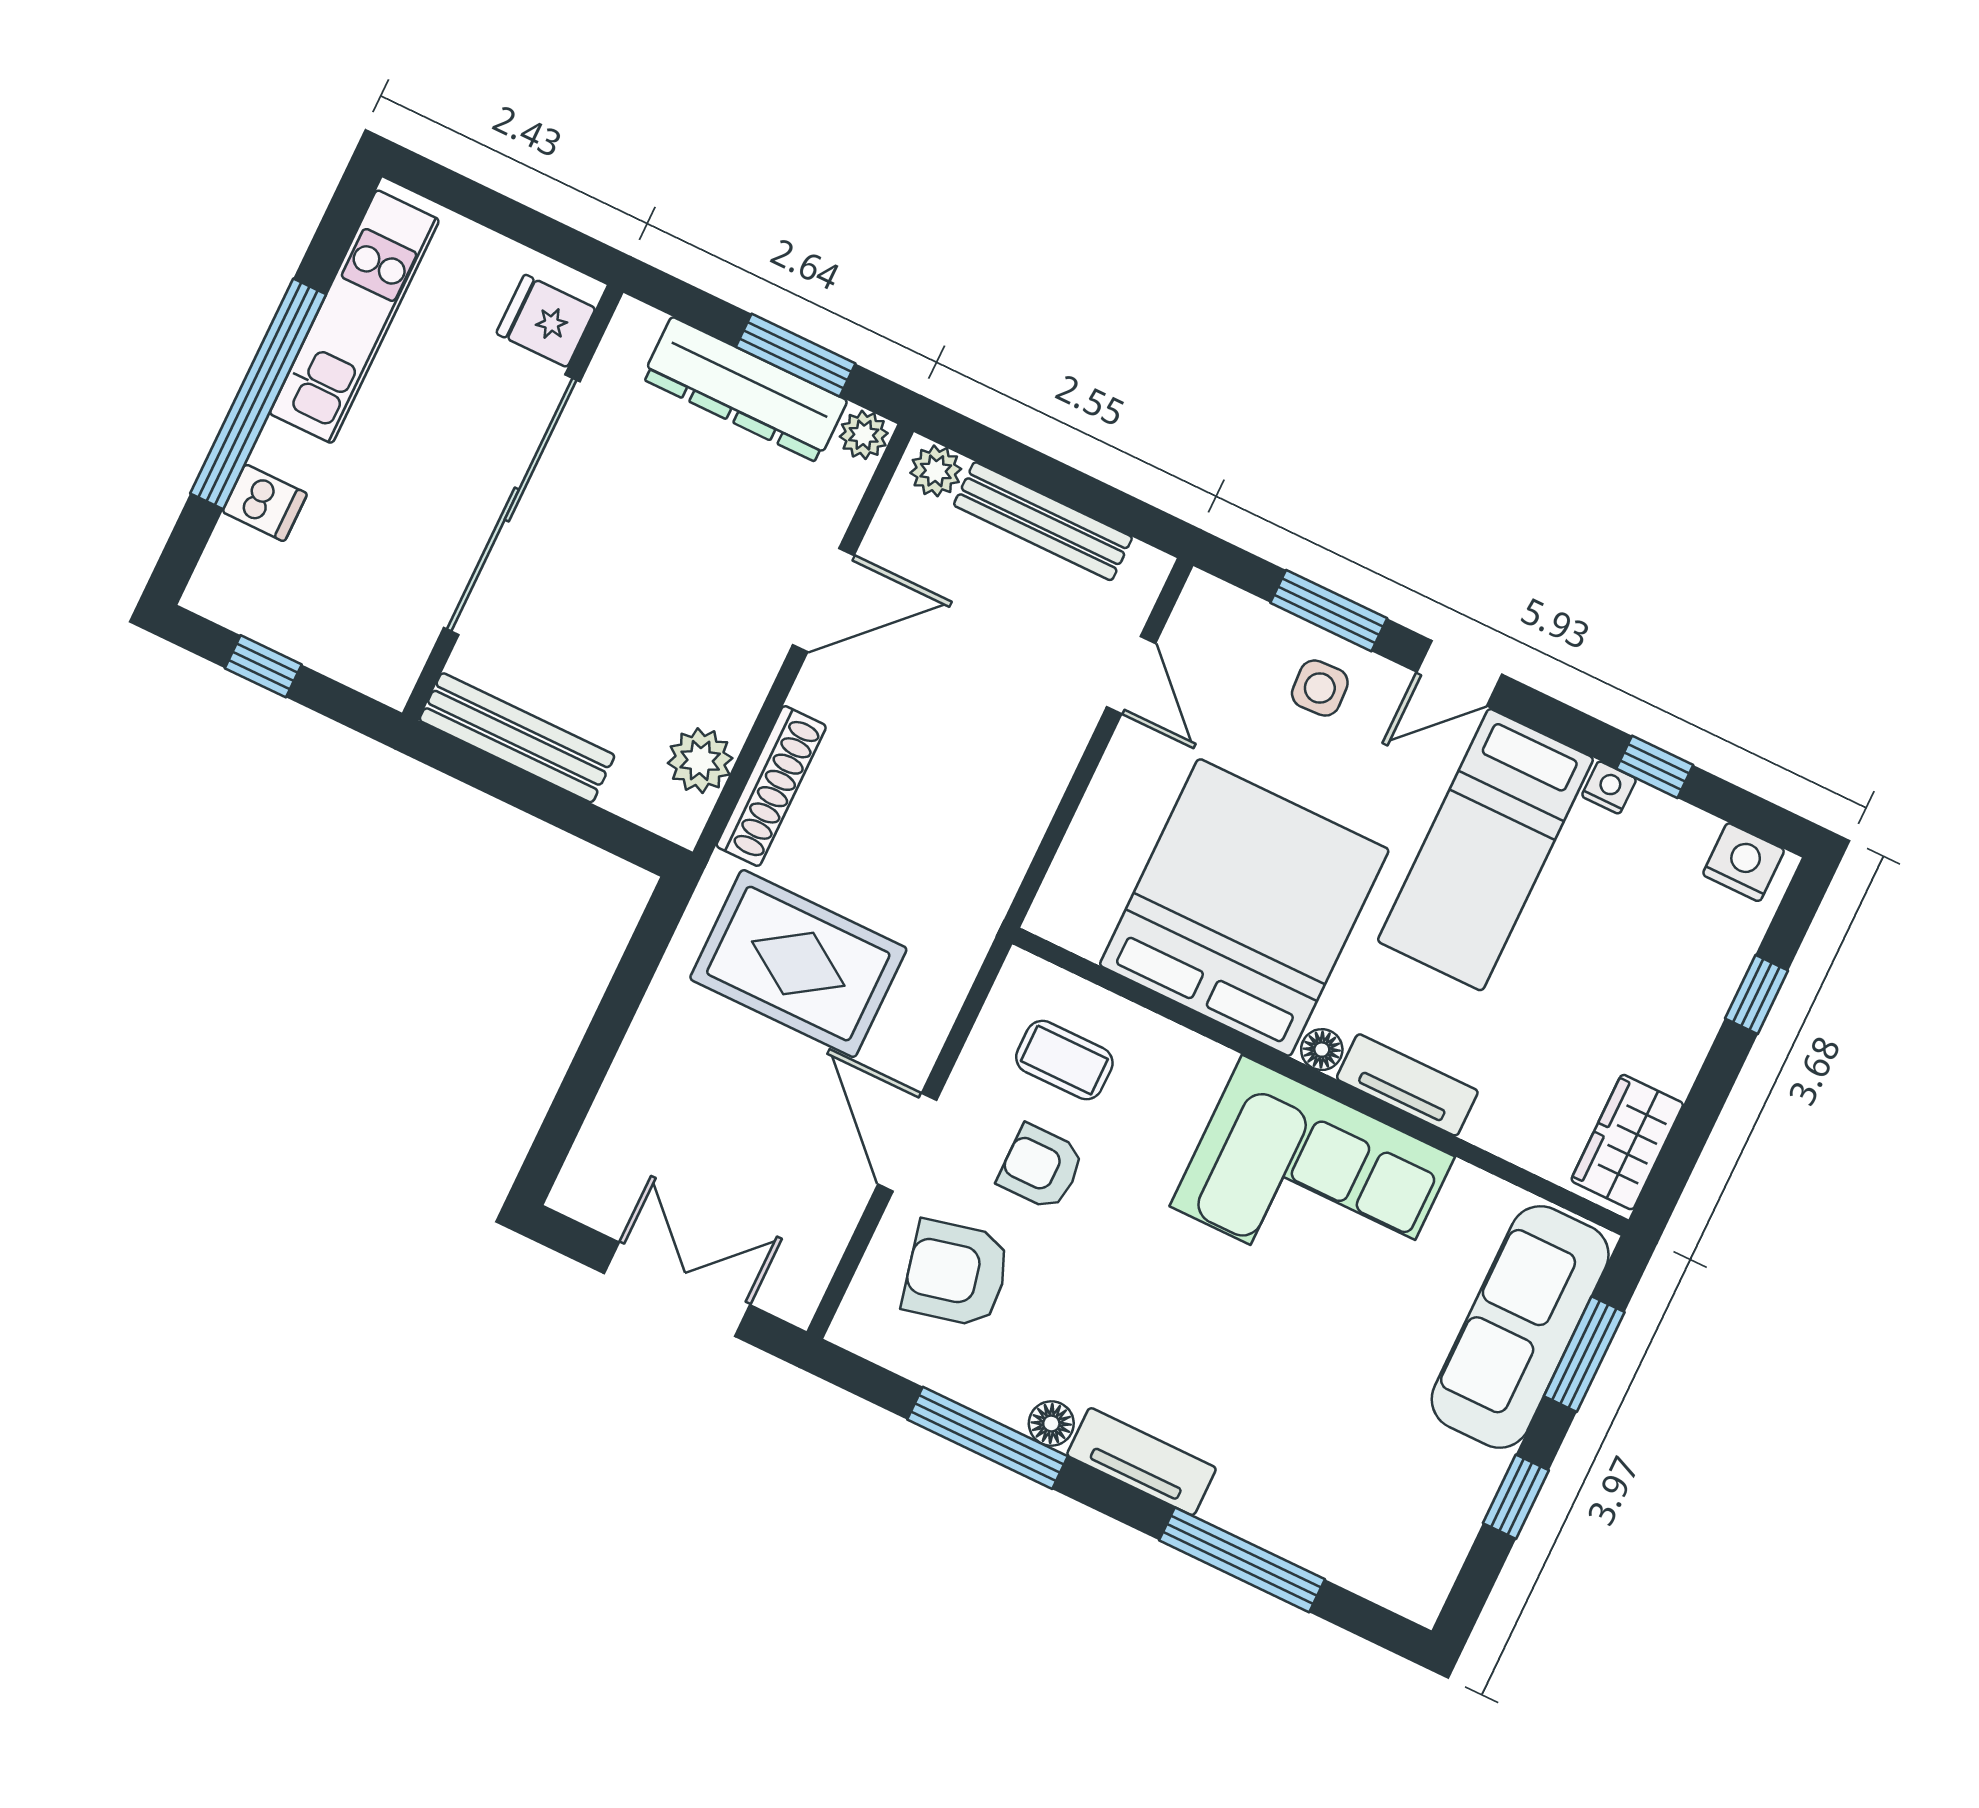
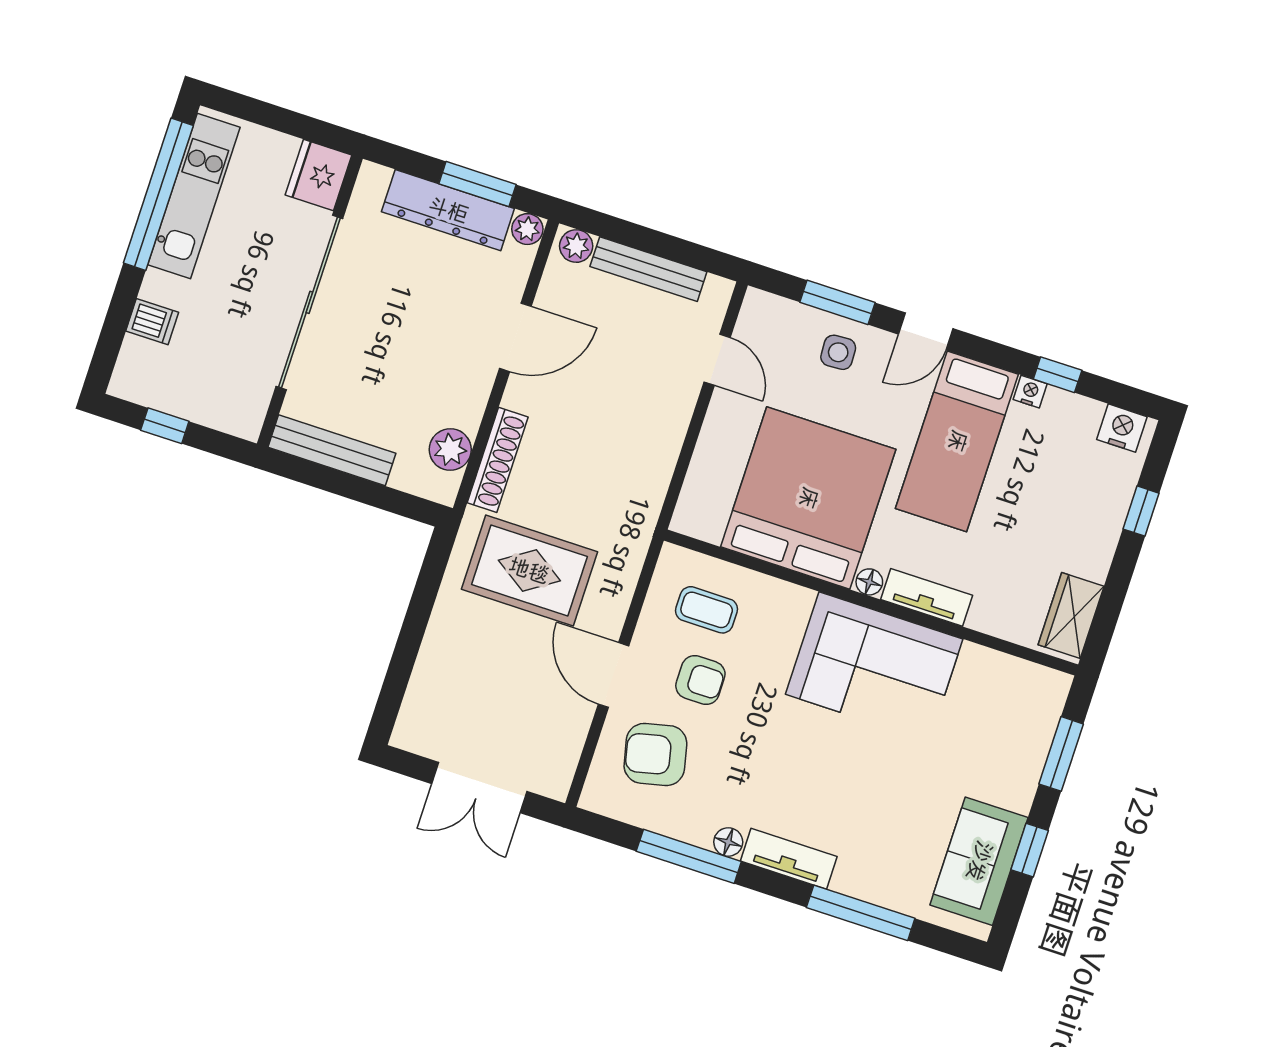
fridge: (546, 321) -> (318, 175), width x1.38
window: (258, 394) -> (158, 194), moved
armchair: (1041, 1167) -> (700, 680), turned 180
double door: (677, 1289) -> (479, 788), swing flipped
sofa: (1520, 1327) -> (979, 861), moved, width x0.73

